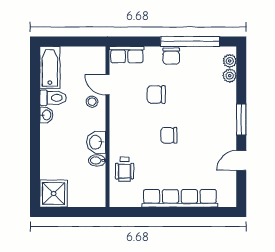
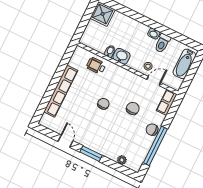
plant: (230, 61) -> (131, 165), removed
bathtub: (50, 67) -> (184, 64), moved, turned 90

